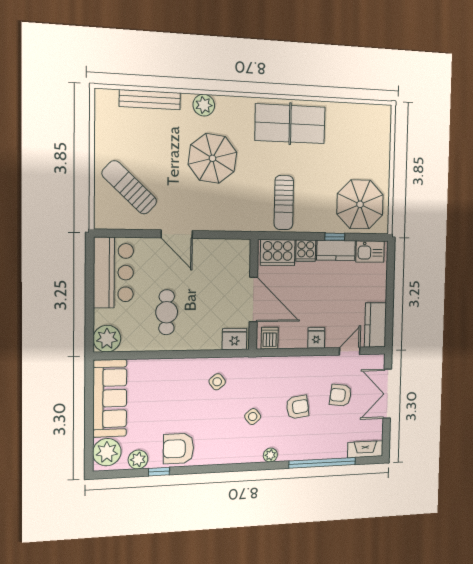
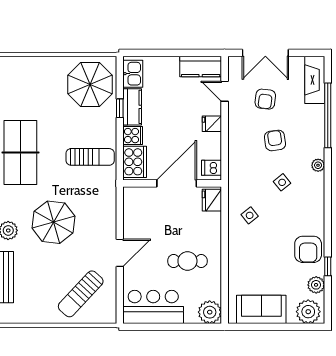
sofa: (110, 398) -> (261, 309), width x0.73
fireplace: (365, 449) -> (315, 80), width x1.37, depth x1.32

